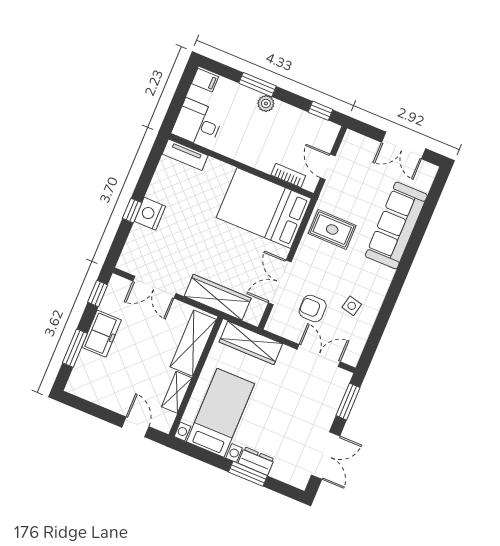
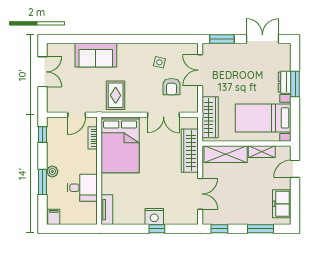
desk: (198, 123) -> (82, 188), moved, turned -90
sofa: (396, 225) -> (96, 55), width x0.73
freezer: (102, 334) -> (282, 204), moved, turned -90

